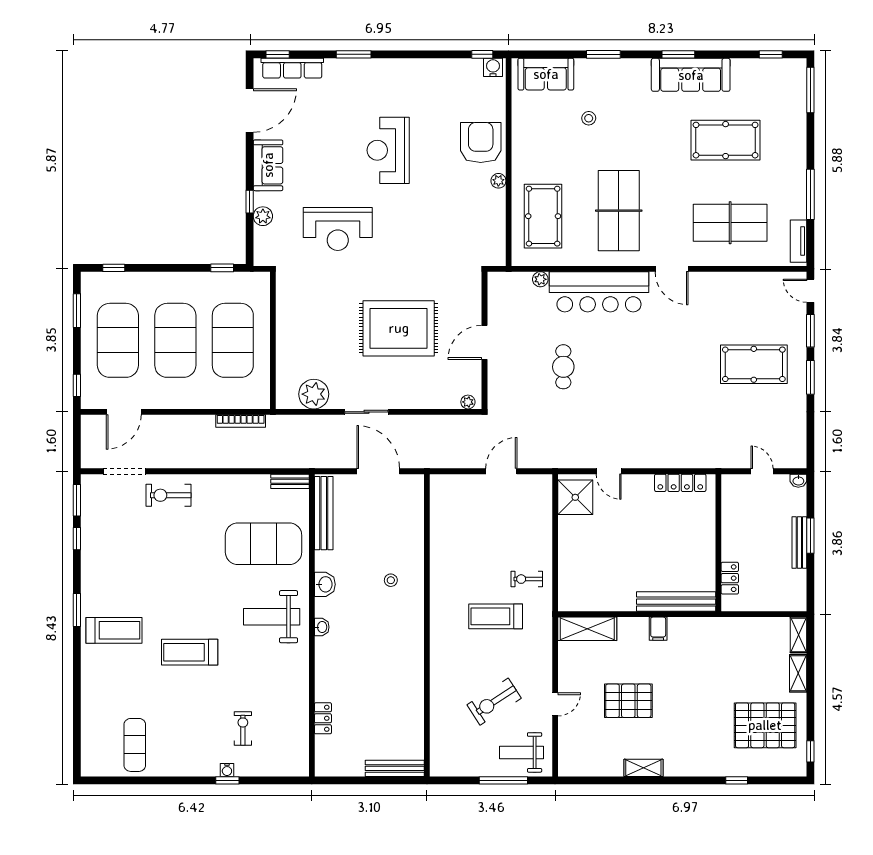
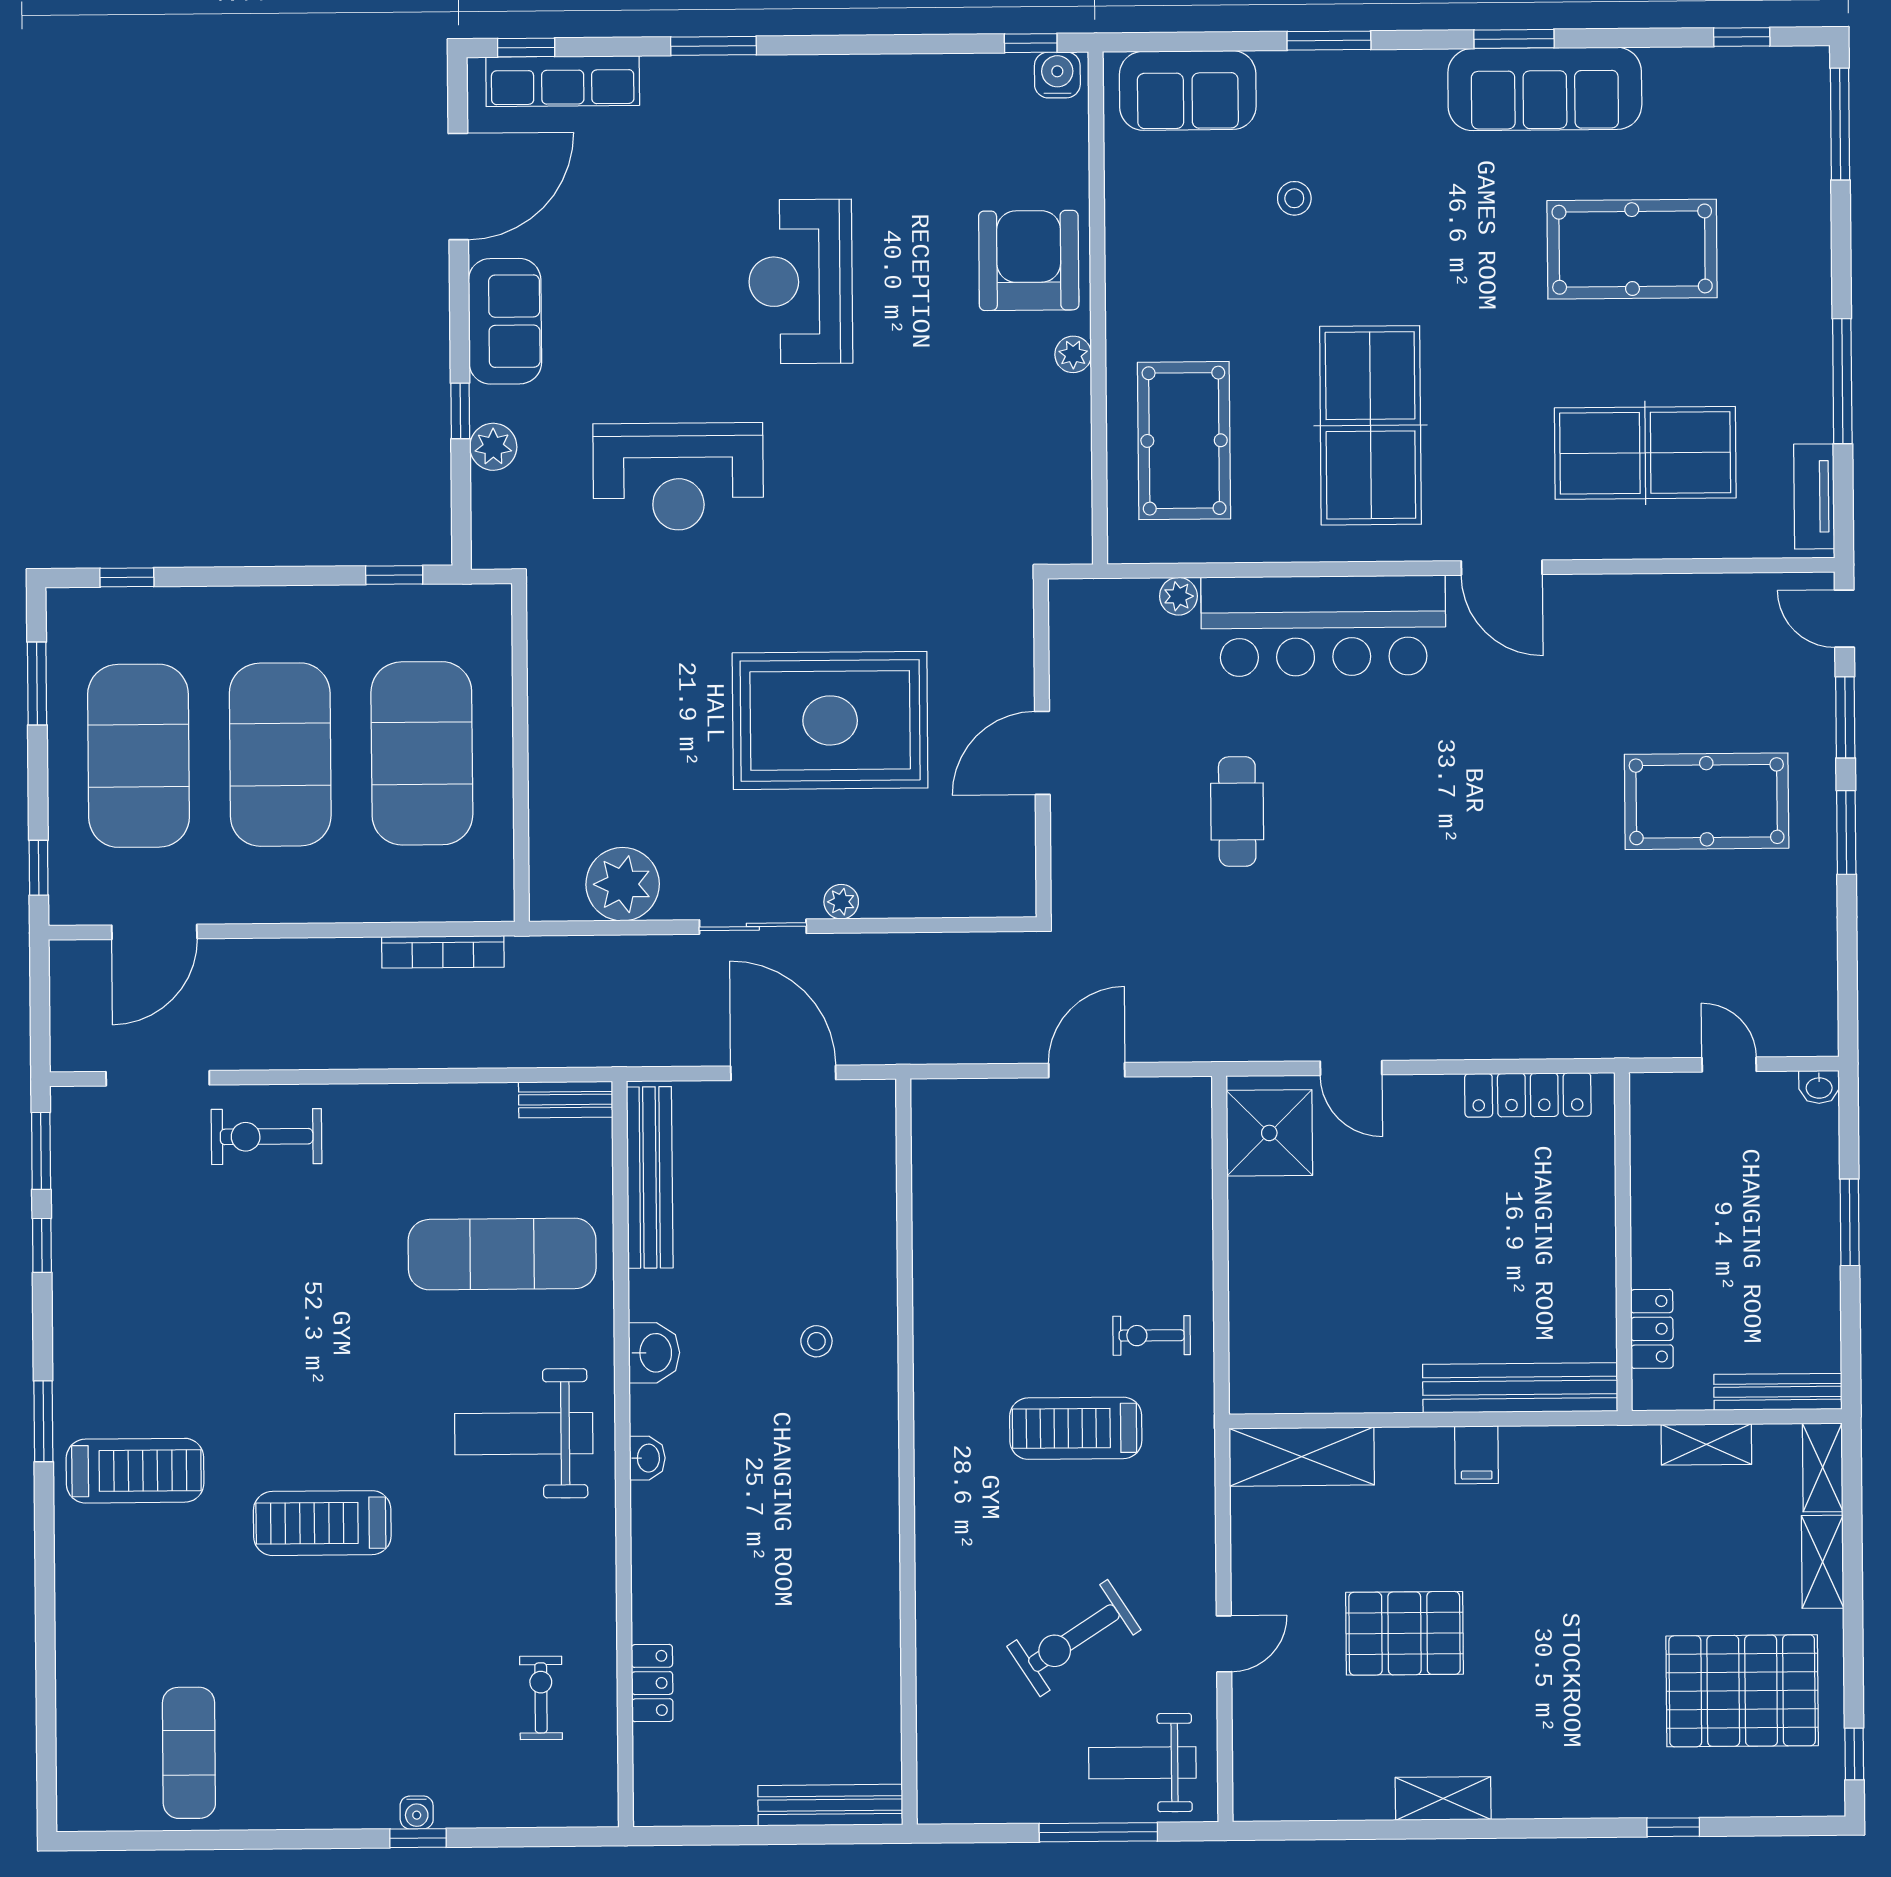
plant: (468, 402) -> (841, 902), moved
bench: (799, 543) -> (1778, 1392), moved, turned 90
exercise mat: (264, 544) -> (502, 1254), width x0.68
shelving: (751, 625) -> (1706, 1444), added
exercise bike: (243, 729) -> (541, 1698), moved

